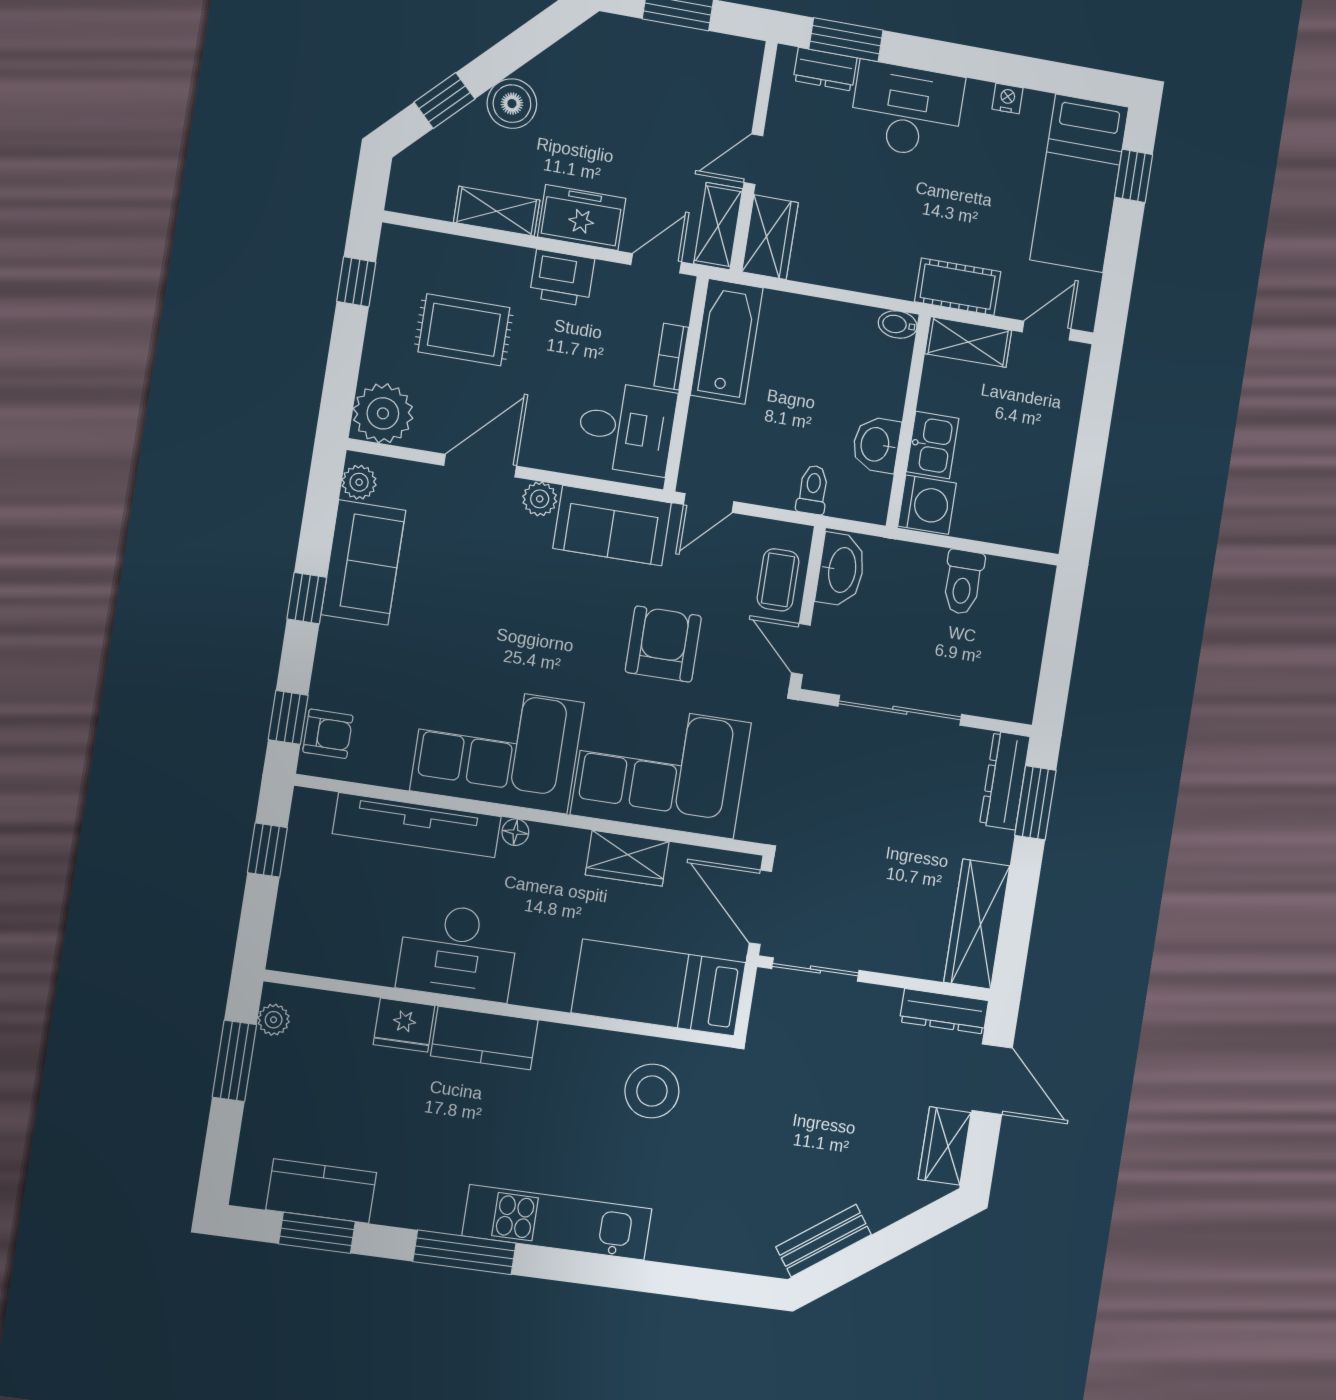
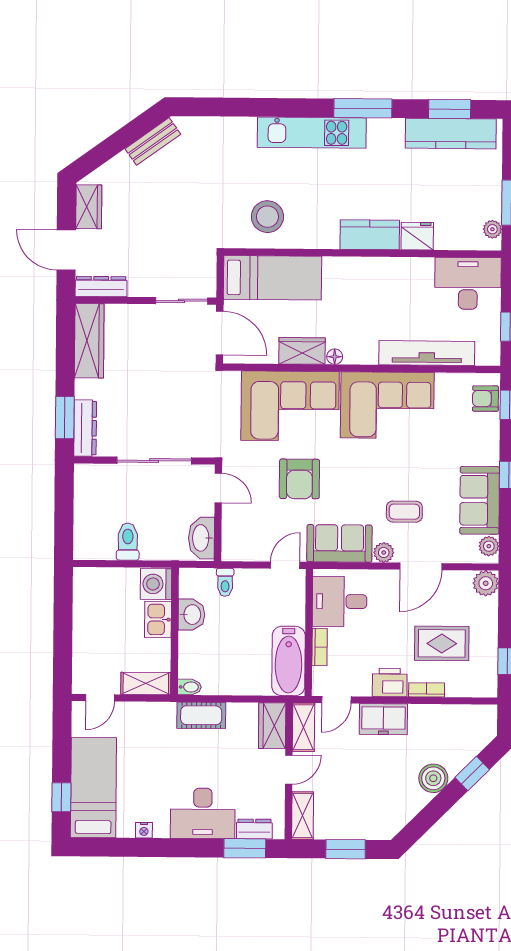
shelving: (497, 211) -> (303, 816), moved, turned 90
bookcase: (501, 255) -> (427, 690), added
cot: (958, 287) -> (201, 715), moved
plant: (383, 413) -> (486, 583), width x0.73, depth x0.73
coffee table: (778, 580) -> (404, 512), moved, turned 90
floor lamp: (515, 832) -> (335, 357), moved
desk: (458, 952) -> (468, 283), moved
kitchen counter: (321, 1191) -> (451, 134), width x1.50

